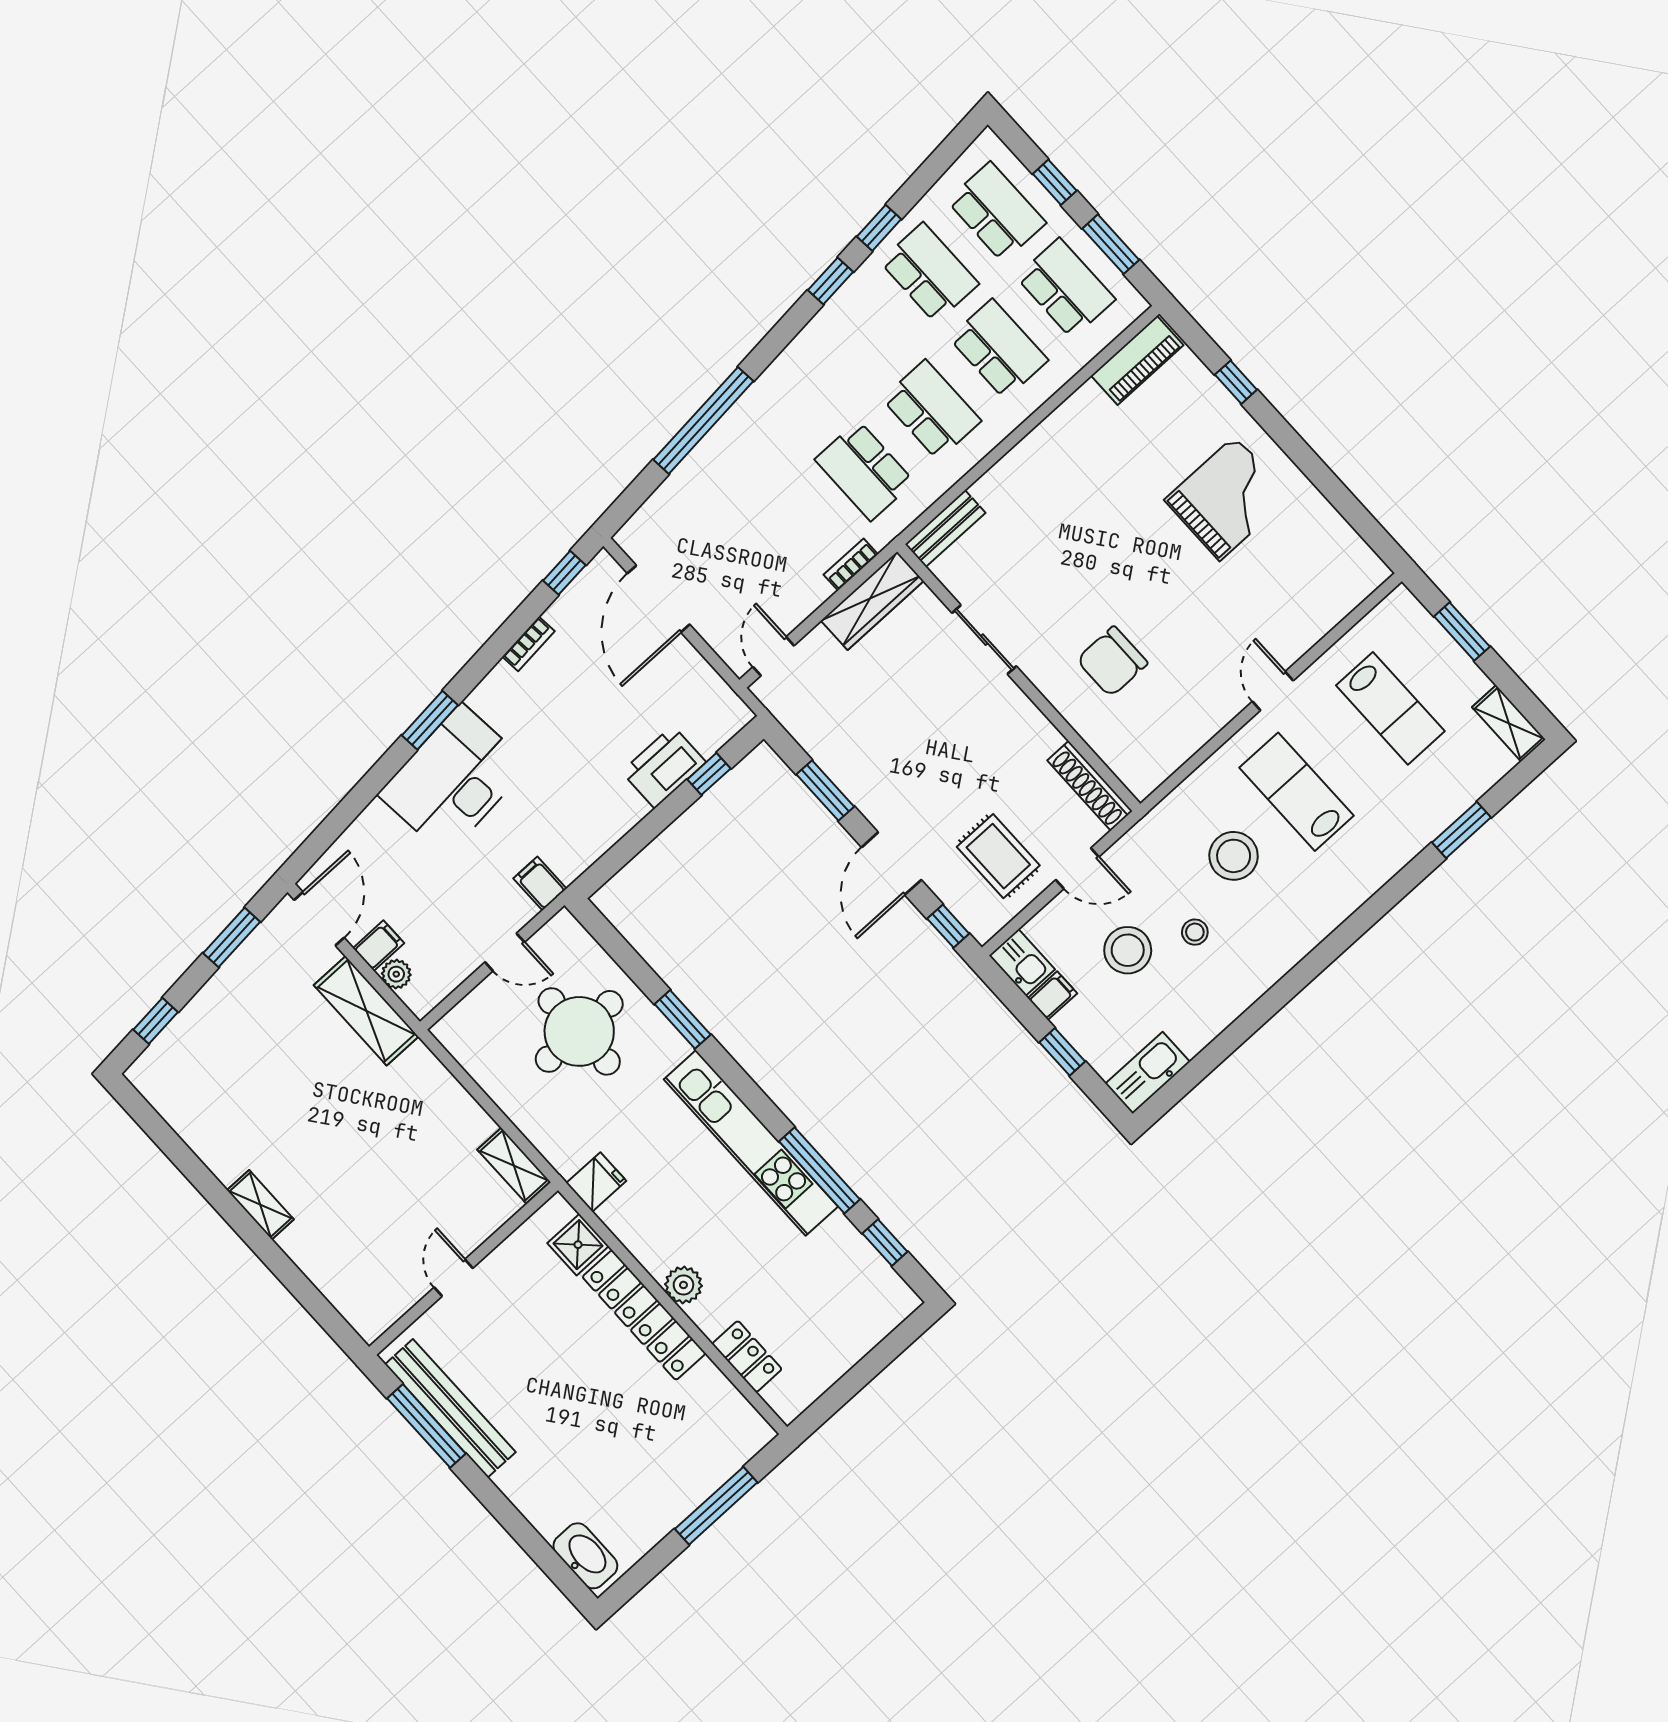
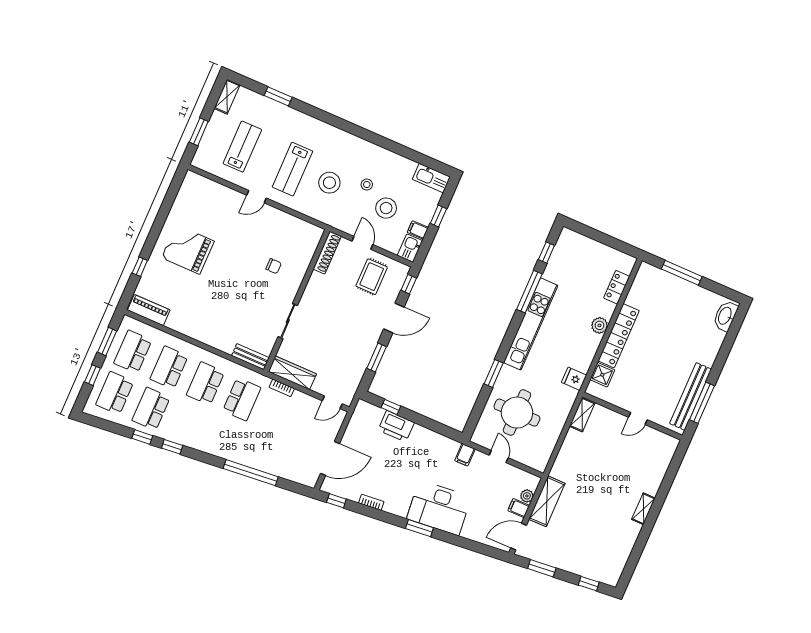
chair: (1112, 662) -> (274, 266), width x0.54, depth x0.54

